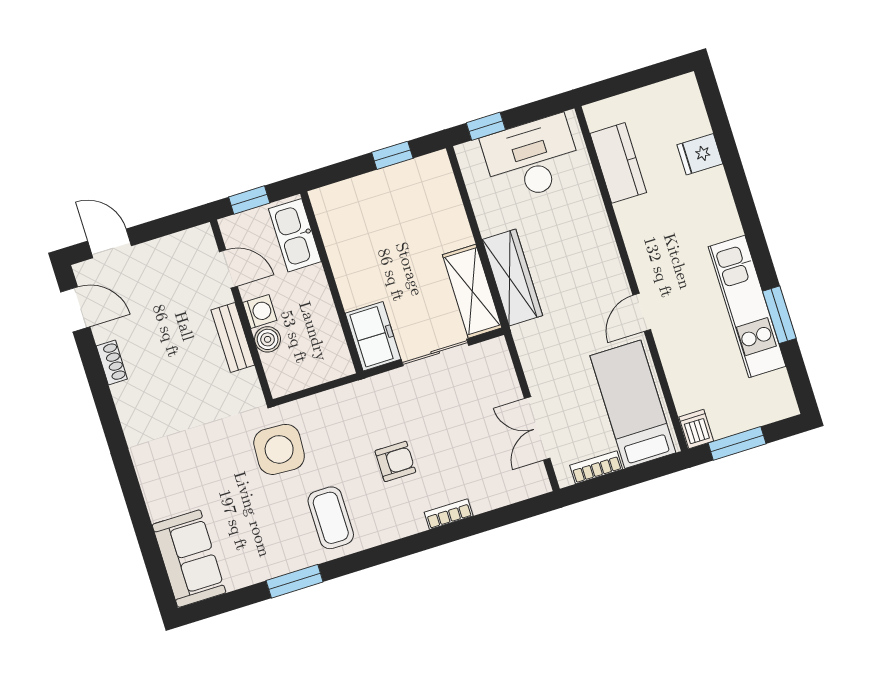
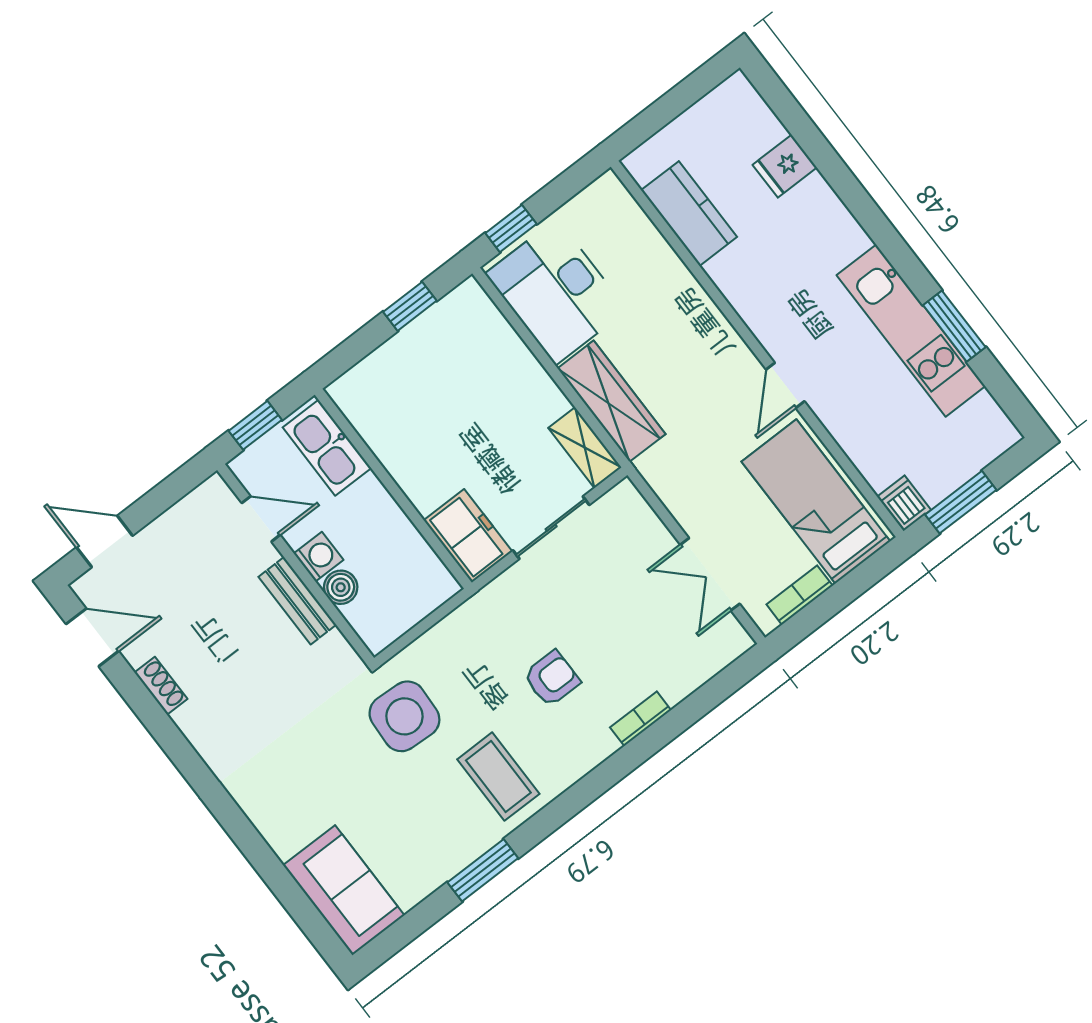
desk: (532, 158) -> (556, 292), moved, turned -90
shelving: (472, 291) -> (585, 448), width x0.67, depth x0.75

